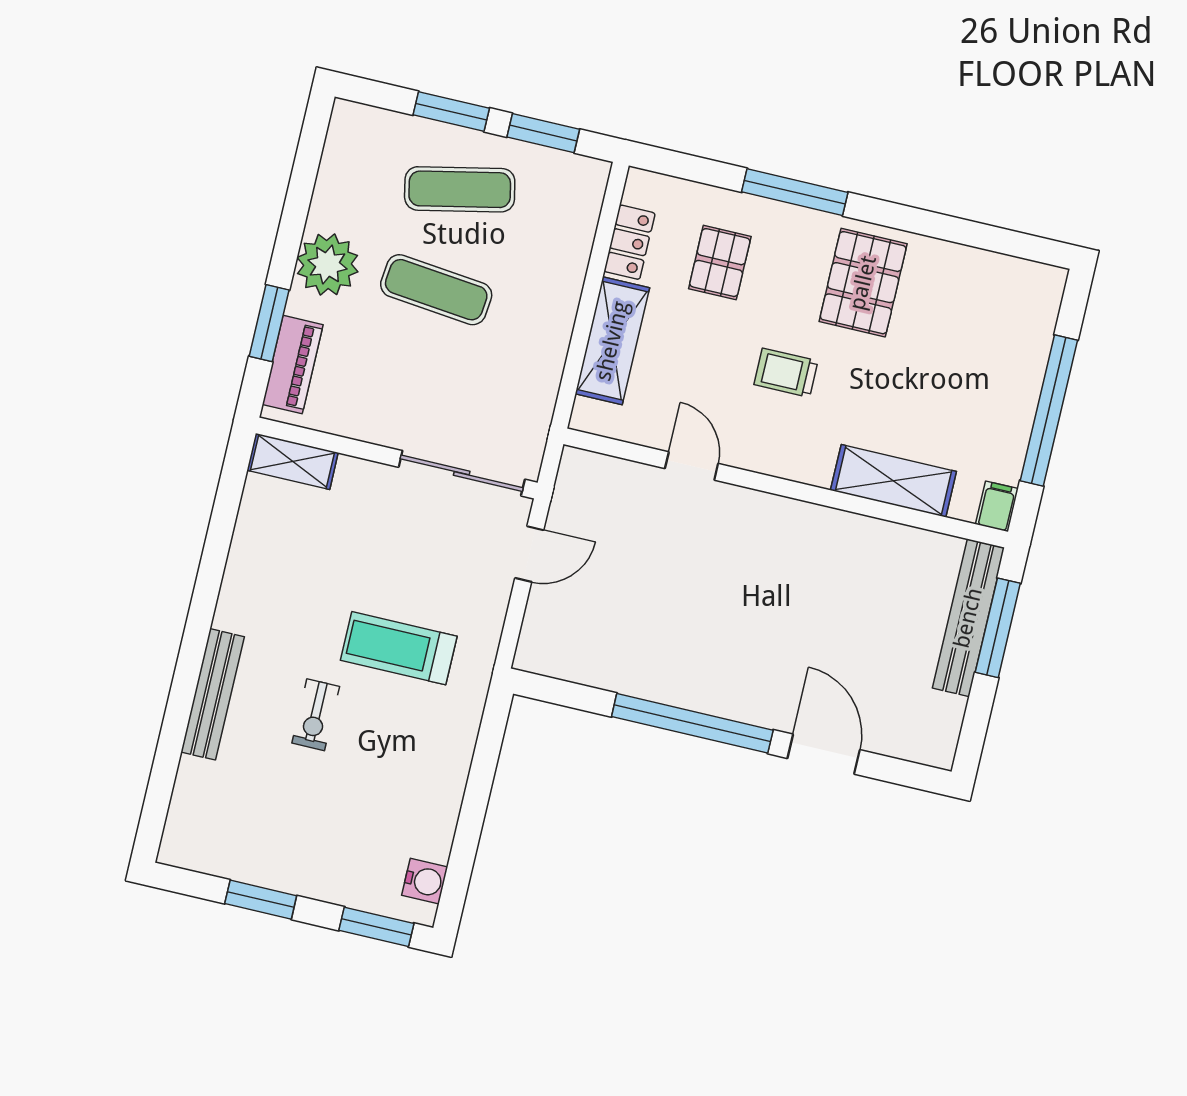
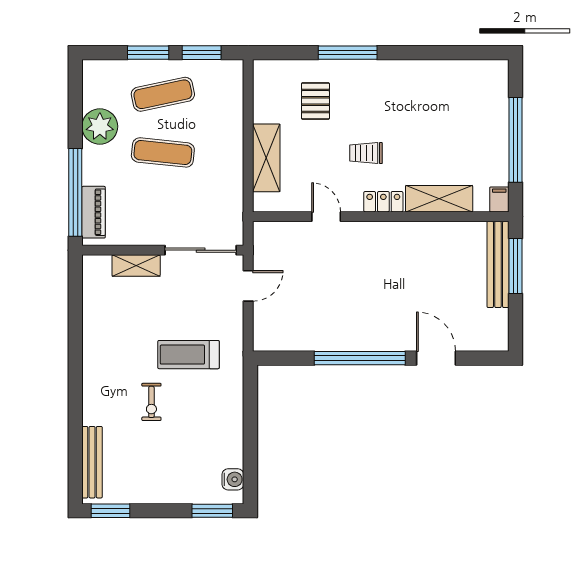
locker: (629, 242) -> (383, 202), moved, turned -90
plant: (327, 265) -> (100, 126), moved
pallet: (863, 283) -> (397, 94), removed
window: (269, 323) -> (75, 192), width x2.11
shelving: (293, 461) -> (136, 265), moved
bench: (213, 694) -> (92, 462), moved
window: (261, 900) -> (110, 511), moved

